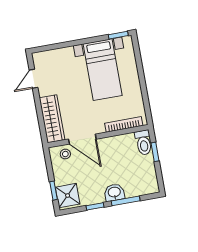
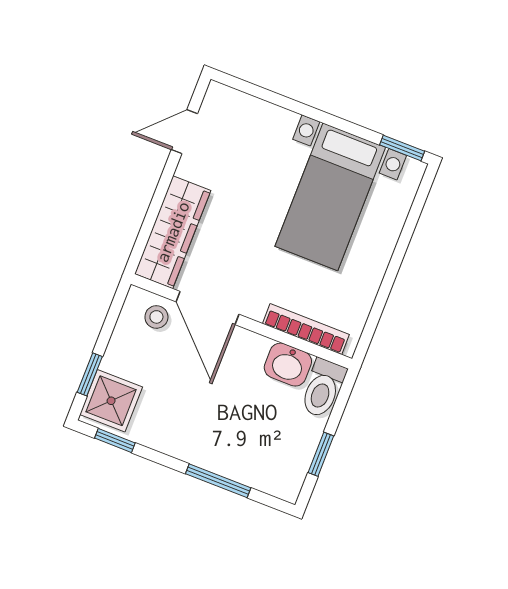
window: (155, 152) -> (321, 454), moved
washbasin: (114, 193) -> (288, 365), moved, turned 180
window: (95, 206) -> (115, 440), moved

